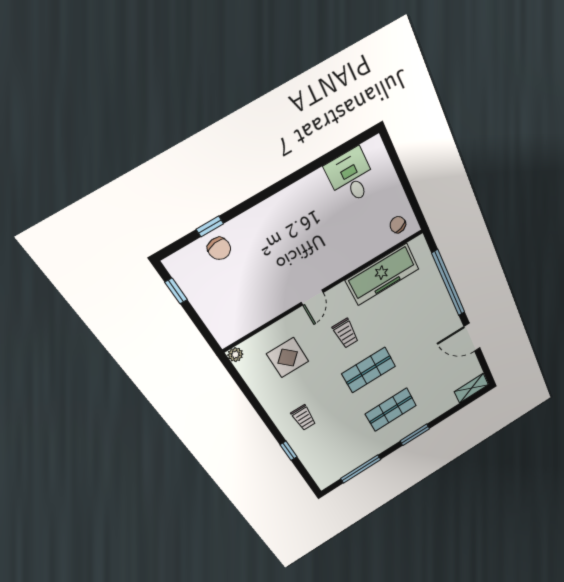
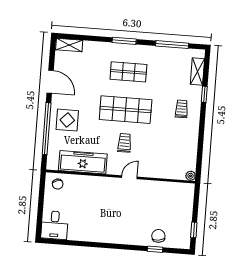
desk: (351, 177) -> (55, 225), moved
display table: (288, 358) -> (67, 120), moved
shop shelf: (369, 370) -> (126, 110), width x1.43, depth x1.36
shelving: (314, 466) -> (197, 72), added

